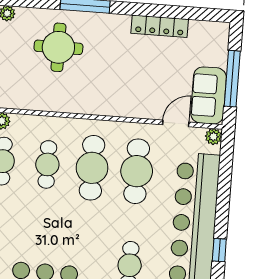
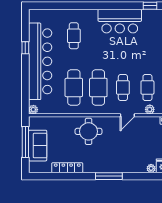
round table: (58, 47) -> (89, 131), moved
sofa: (209, 95) -> (38, 146), moved
door: (176, 123) -> (127, 115), moved

